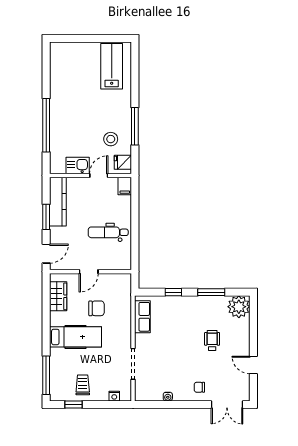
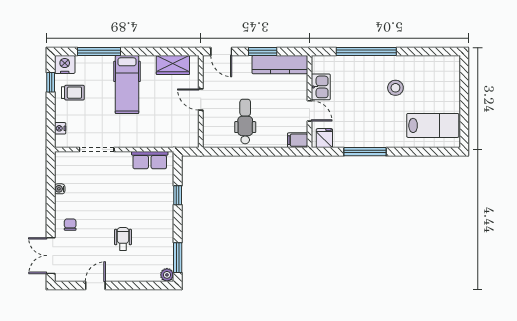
stool: (111, 139) -> (395, 88), moved
window: (211, 292) -> (178, 258), moved
plant: (239, 307) -> (167, 275), width x0.53, depth x0.53
chair: (97, 308) -> (159, 108), removed
wheelchair: (212, 340) -> (123, 239), turned -90
window: (46, 375) -> (99, 51), moved
nightstand: (58, 392) -> (65, 64), added

